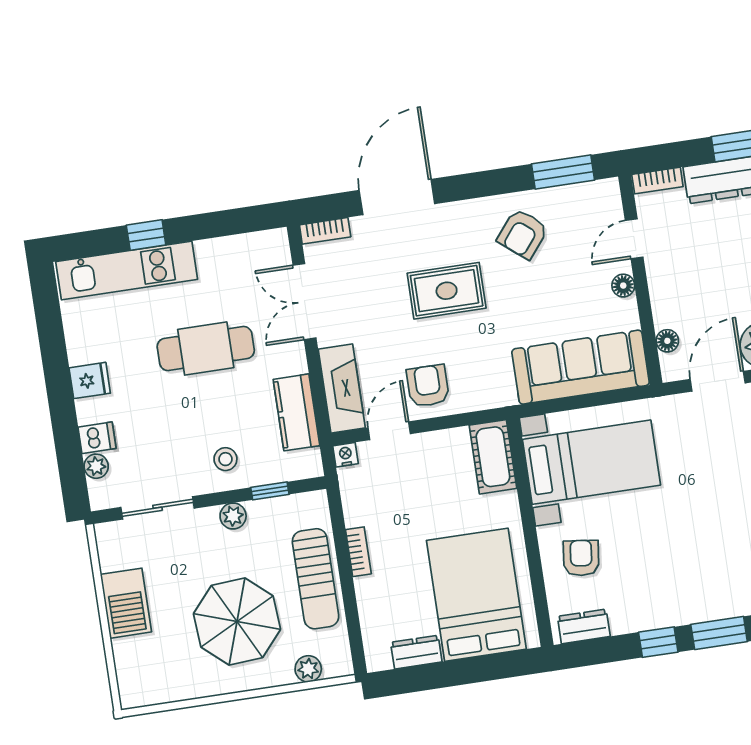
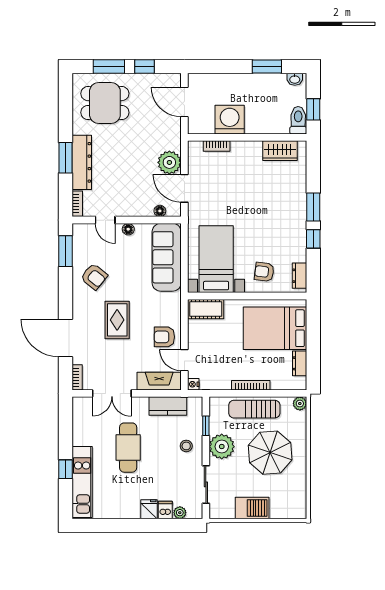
fridge: (90, 380) -> (149, 509), moved
plant: (233, 516) -> (222, 447), width x1.87, depth x1.87
bookcase: (358, 552) -> (251, 385), width x1.56
sun lounger: (316, 579) -> (254, 409), turned 180
plant: (308, 669) -> (300, 404), moved

